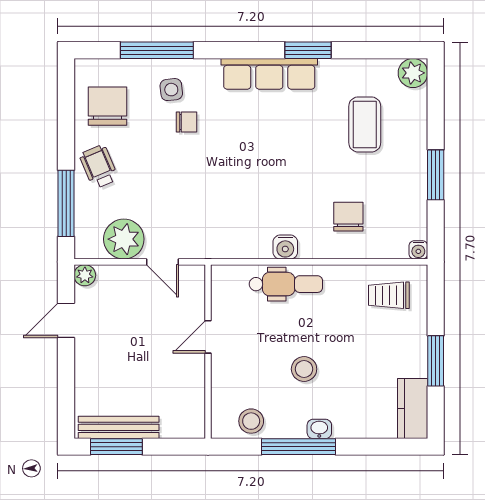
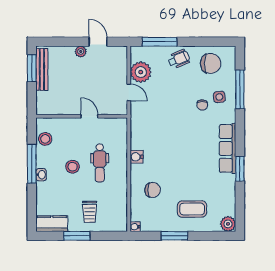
coffee table: (365, 124) -> (192, 209), moved
door: (163, 262) -> (129, 92), swing flipped
plant: (85, 275) -> (81, 52), moved
dental chair: (286, 284) -> (100, 163), moved
trolley: (389, 295) -> (90, 212), moved, turned 180

